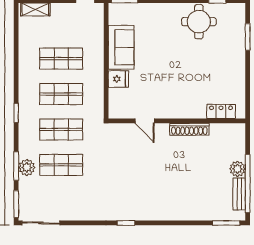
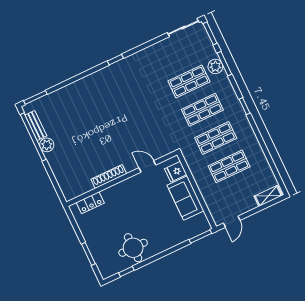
locker: (221, 111) -> (90, 203), moved
door: (145, 121) -> (147, 166), moved
wall: (177, 121) -> (122, 178), moved
shoe rack: (189, 129) -> (109, 177), moved

